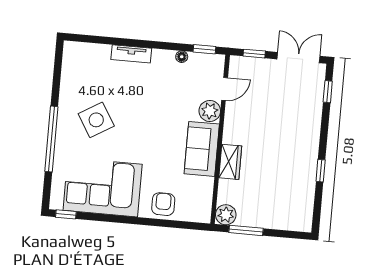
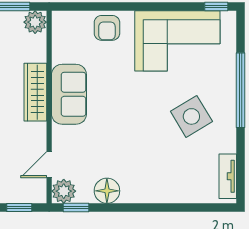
tv unit: (131, 54) -> (228, 176), moved, turned -90
floor lamp: (182, 57) -> (107, 191), width x1.89, depth x1.89
plant: (210, 111) -> (64, 191), moved
wardrobe: (230, 162) -> (35, 92), width x1.50

